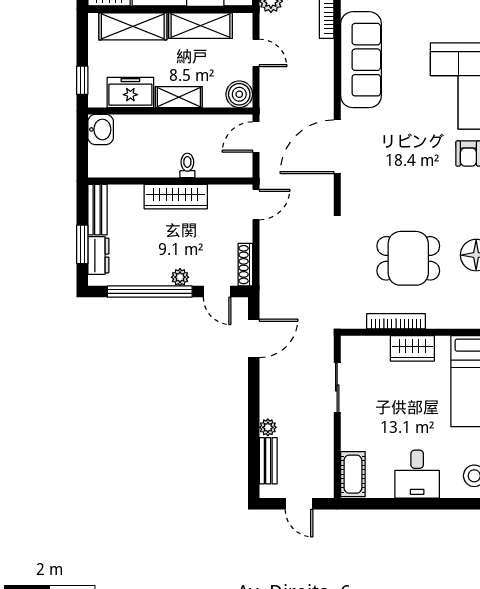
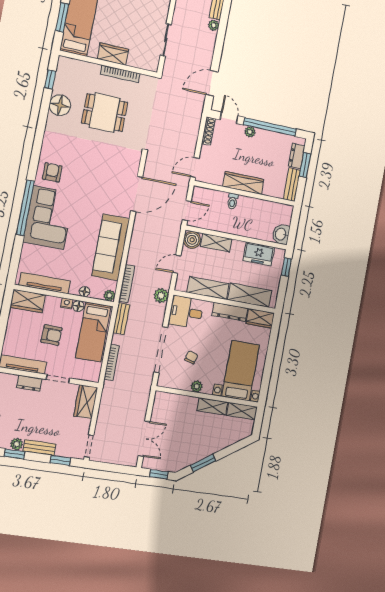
door: (256, 53) -> (177, 264), hinge flipped
shelving: (179, 97) -> (216, 243), moved

